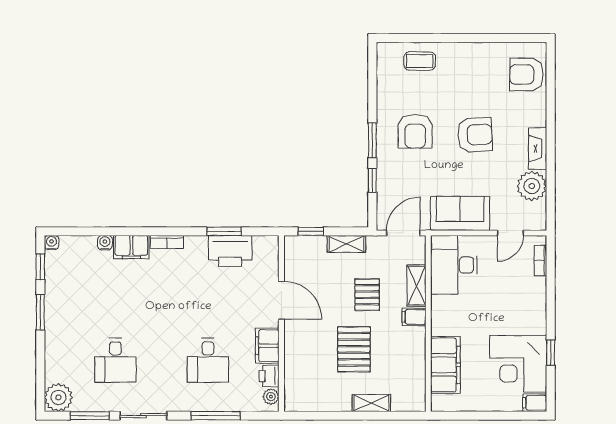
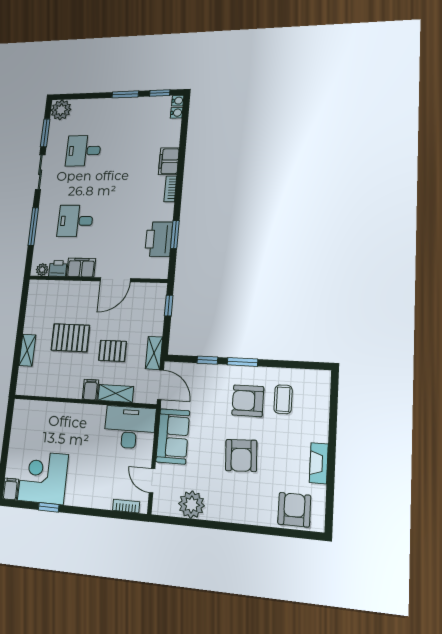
coffee table: (420, 61) -> (283, 399), moved
fireplace: (538, 149) -> (319, 463), moved, turned -90
water cooler: (105, 243) -> (177, 113), moved
shelving: (346, 244) -> (154, 353), moved
filing cabinet: (445, 365) -> (49, 414), removed

